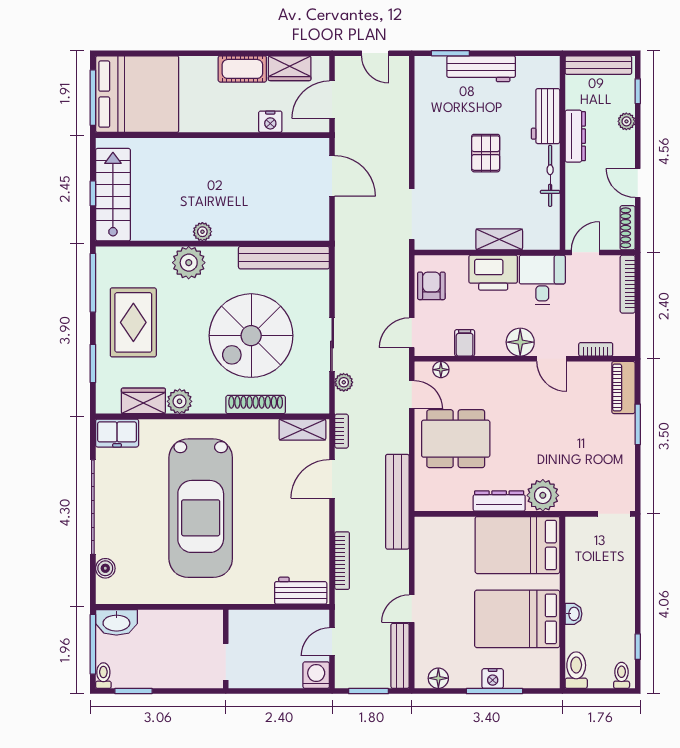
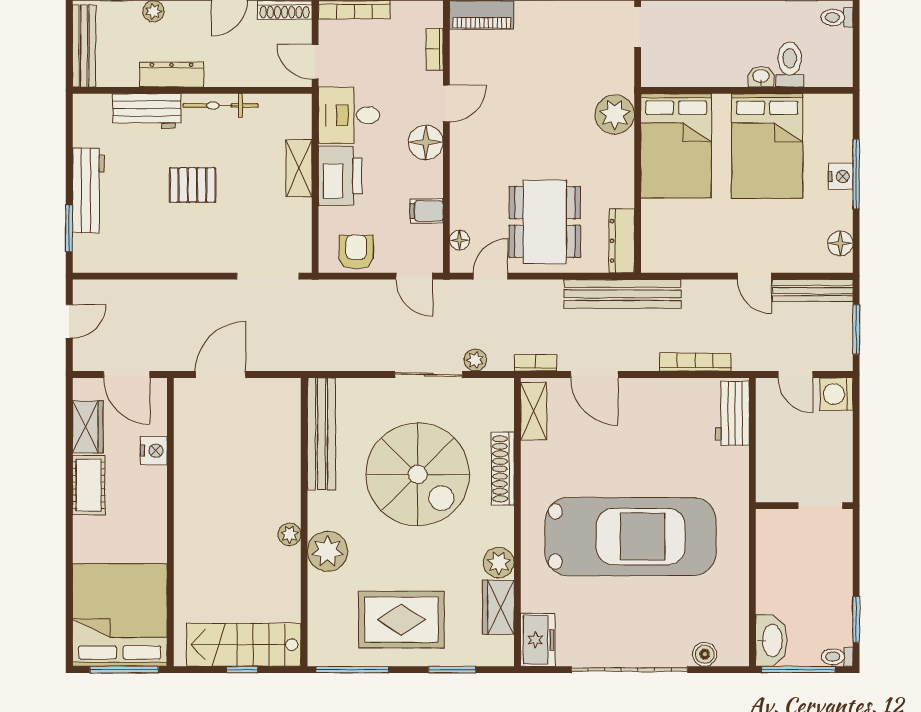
armchair: (431, 286) -> (356, 252), turned 90
dresser: (499, 501) -> (622, 241), moved
toilet: (576, 670) -> (790, 64), moved, turned 90

